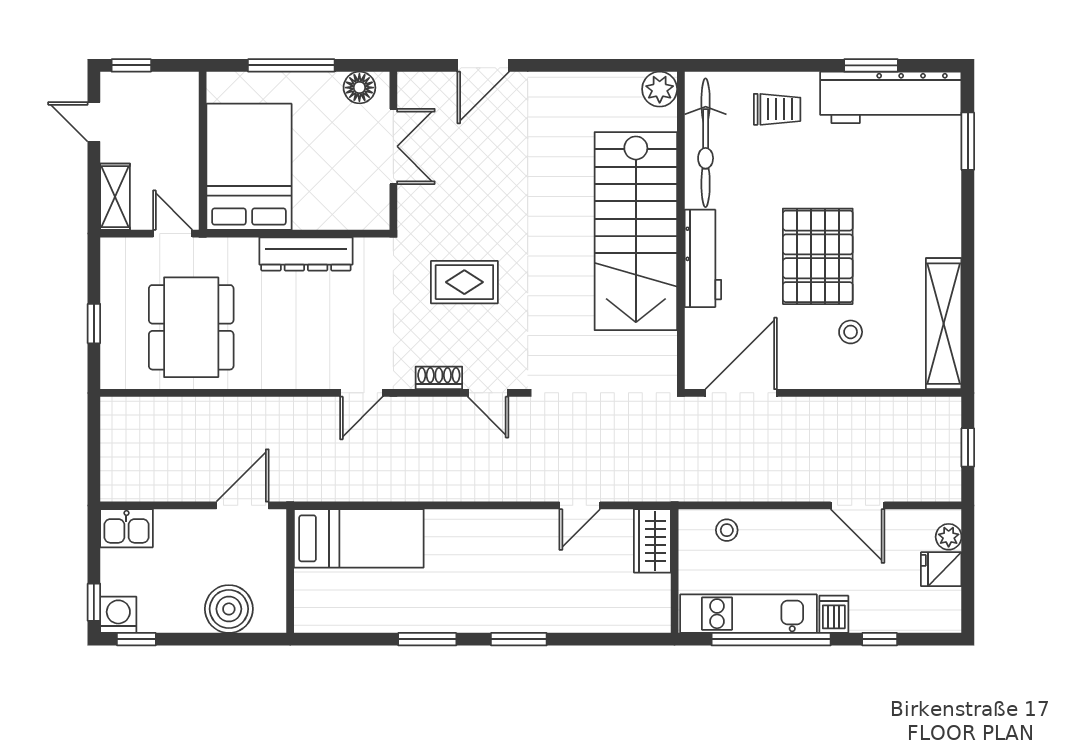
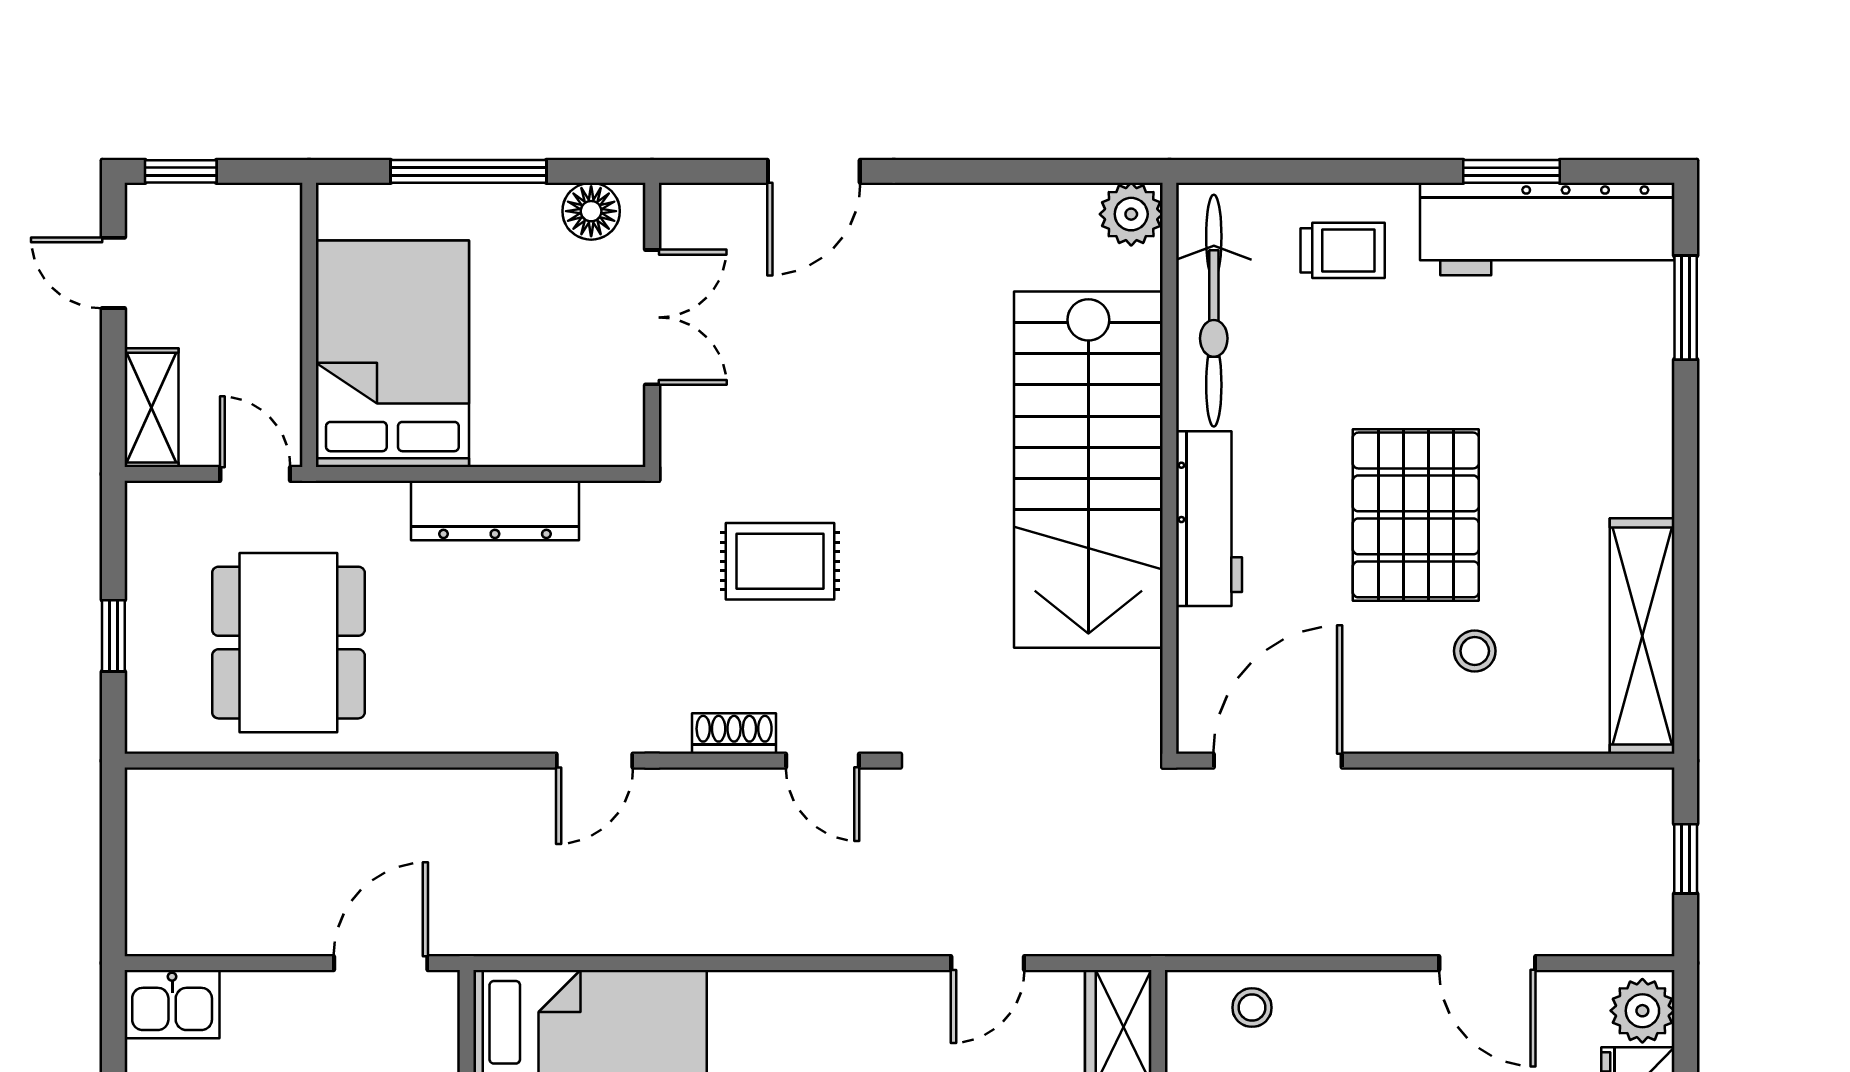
plant: (949, 537) -> (1642, 1011), width x1.38, depth x1.38

